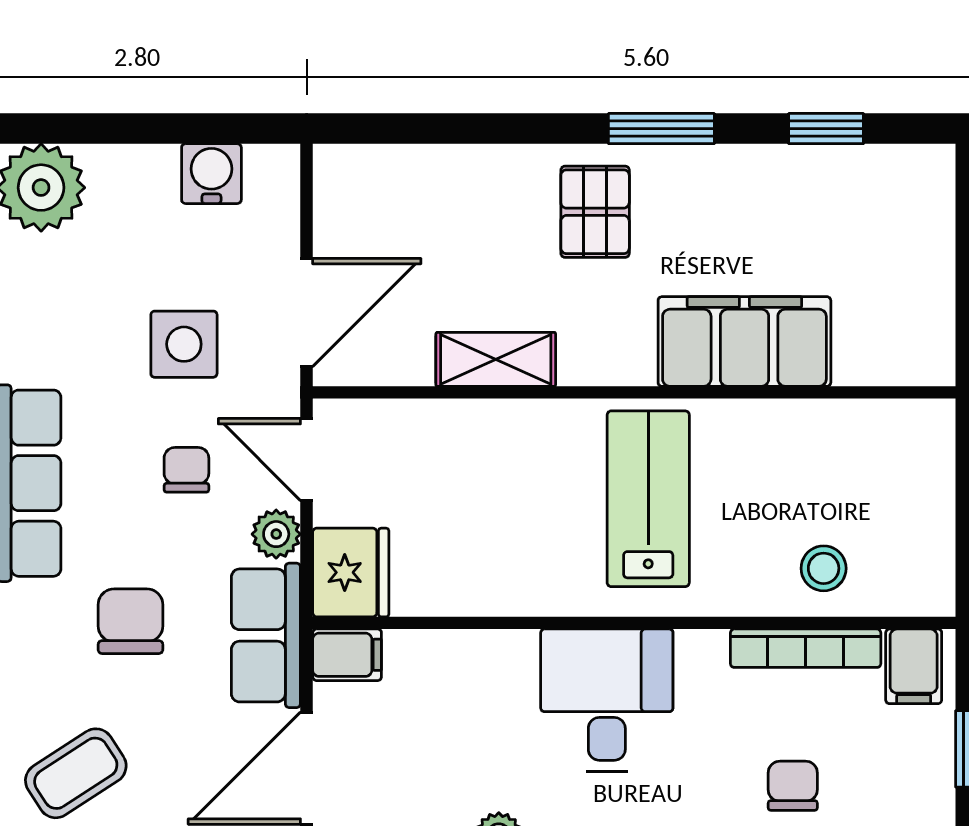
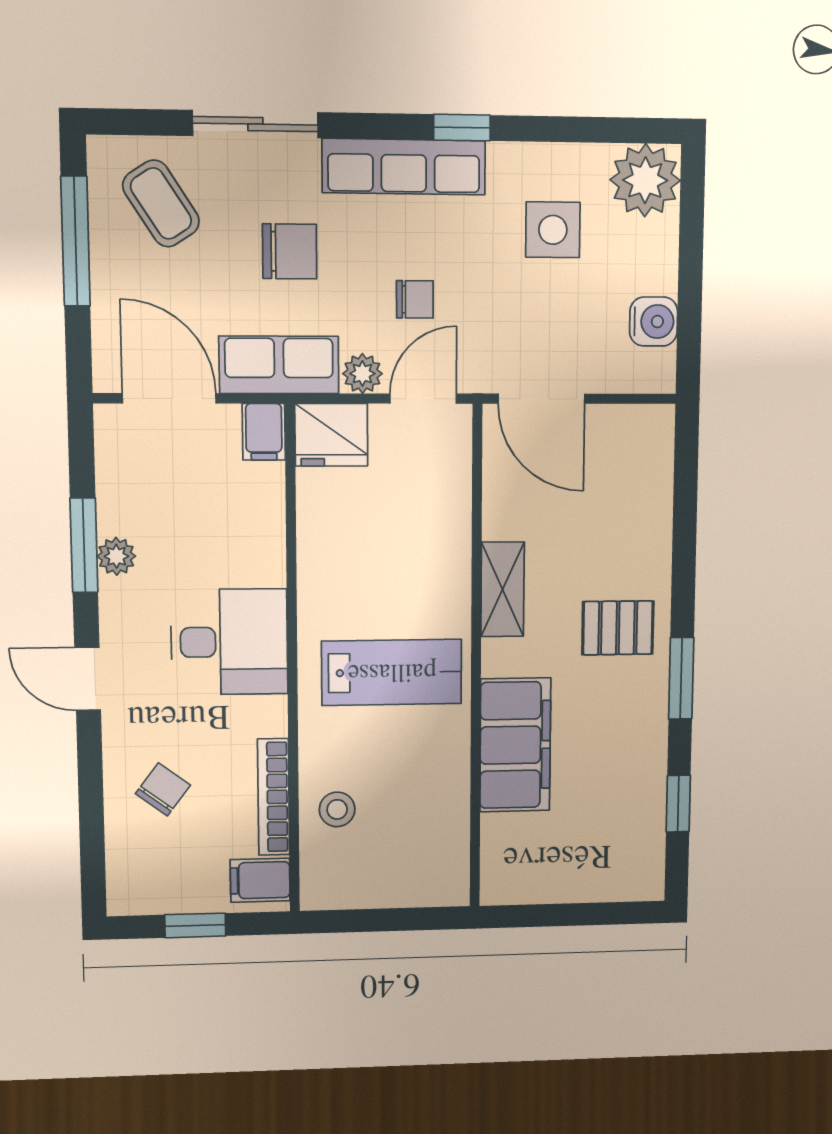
side table: (184, 344) -> (553, 230), moved
shelving: (496, 359) -> (503, 589), moved
chair: (793, 786) -> (163, 789), turned -53

